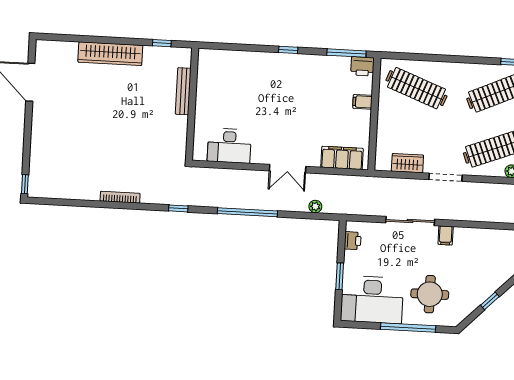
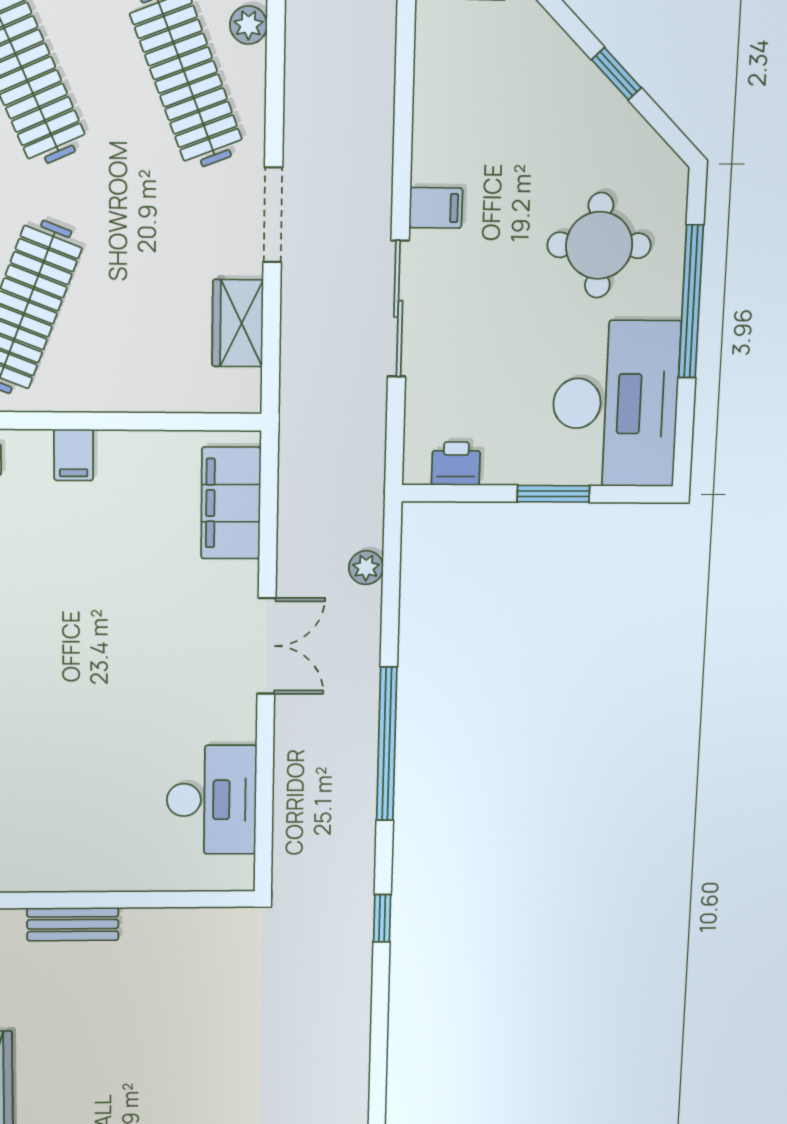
bench: (183, 91) -> (73, 924), width x0.73
bookcase: (120, 197) -> (357, 1062), removed

